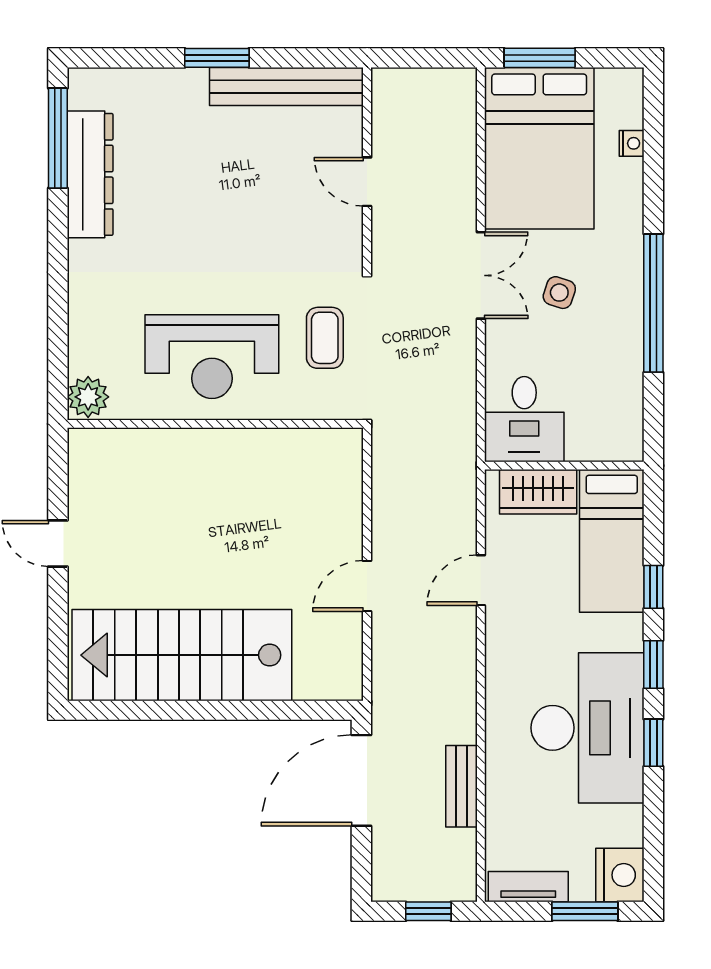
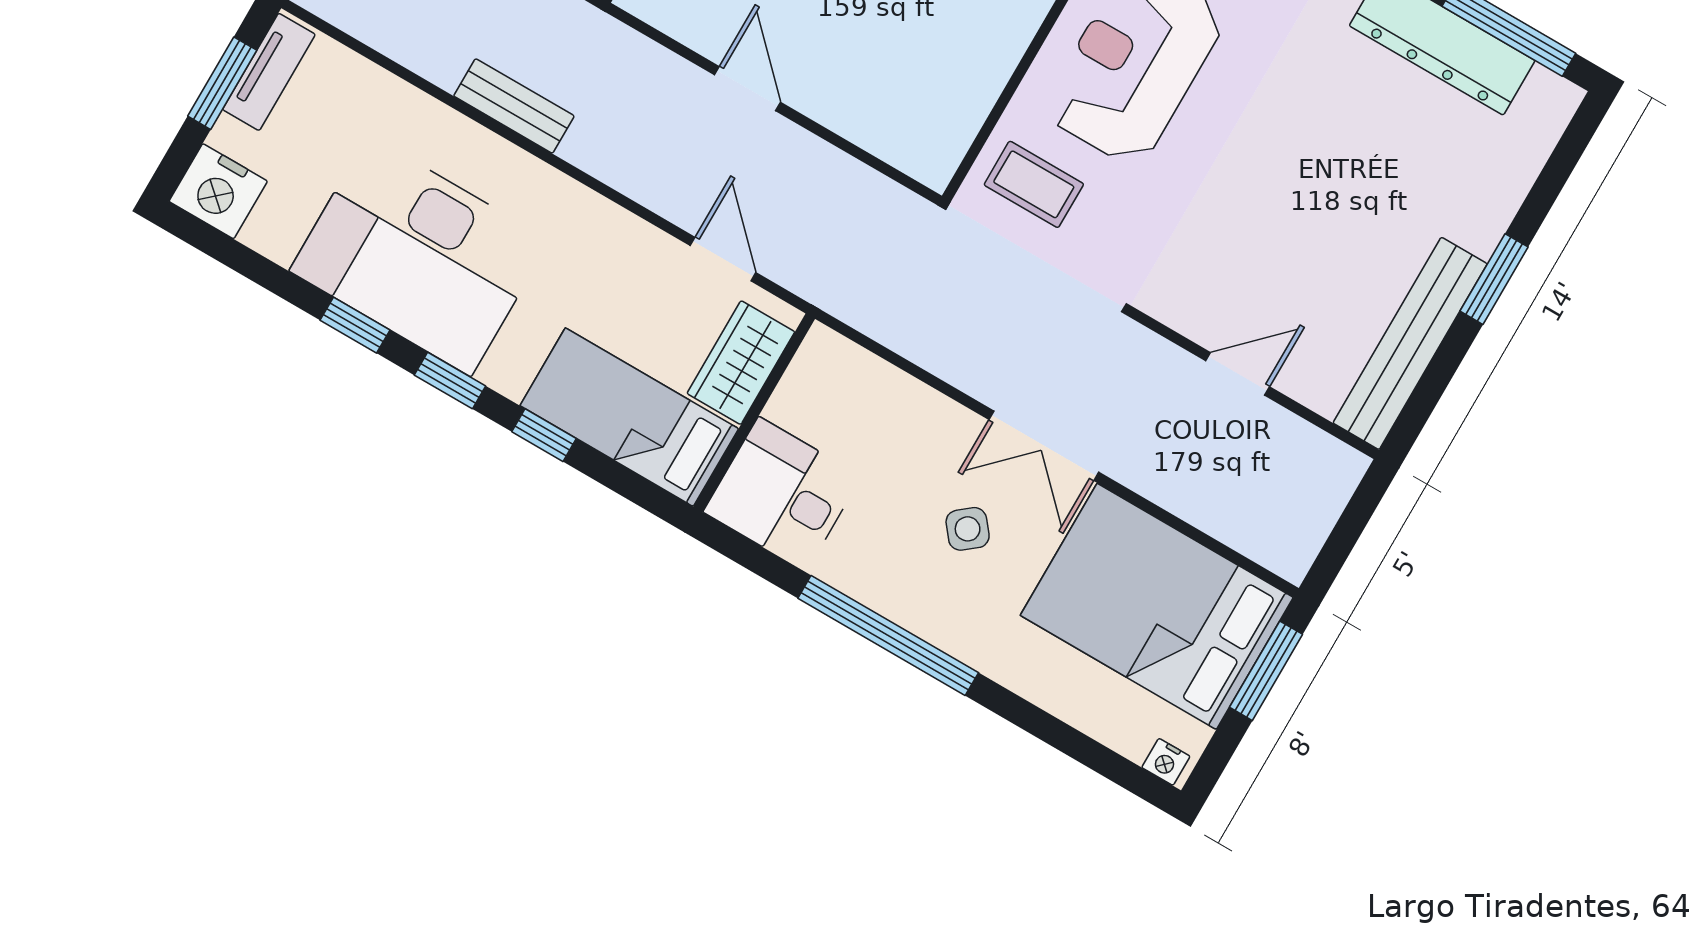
nightstand: (632, 143) -> (1166, 762), moved
side table: (559, 293) -> (968, 529), turned 33
coffee table: (325, 338) -> (1034, 184), moved
desk: (524, 419) -> (782, 494), moved
door: (481, 580) -> (723, 259), moved
bench: (461, 786) -> (514, 106), moved
window: (585, 911) -> (222, 83), moved

